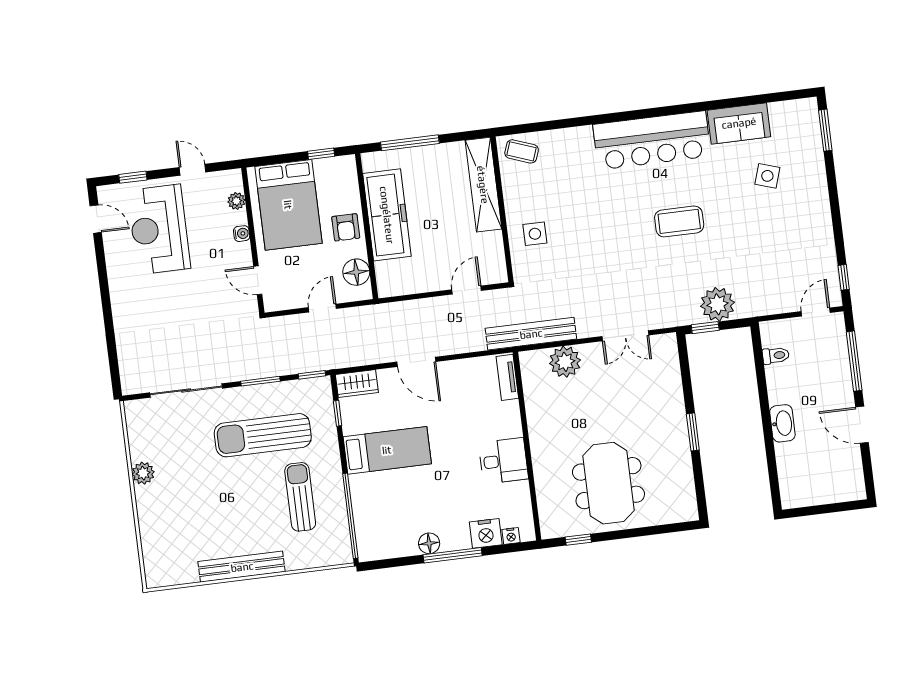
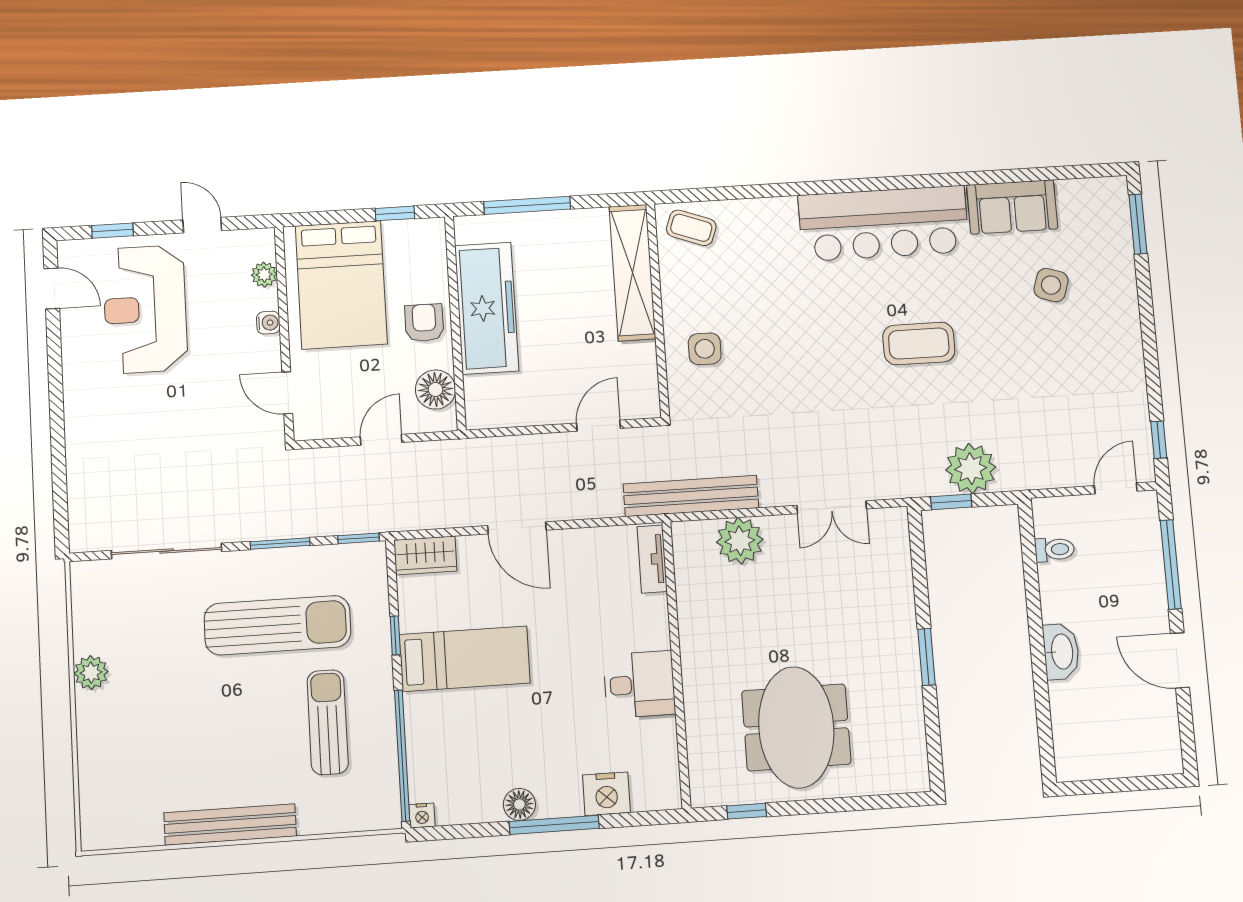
armchair: (346, 227) -> (424, 323), turned 180
window: (338, 413) -> (395, 635), moved
sun lounger: (263, 435) -> (278, 625), turned 180
nightstand: (511, 536) -> (422, 815), moved

